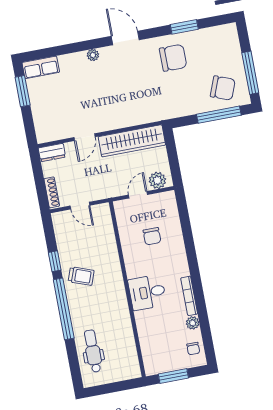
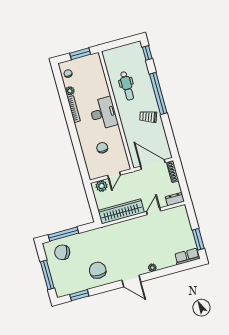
window: (184, 27) -> (79, 295), moved
chair: (173, 58) -> (98, 270), turned 90
window: (250, 73) -> (47, 275), moved
door: (80, 206) -> (153, 165), width x1.88
window: (55, 261) -> (147, 53), moved
desk: (147, 292) -> (103, 113), width x1.37
dental chair: (93, 351) -> (127, 86), moved

